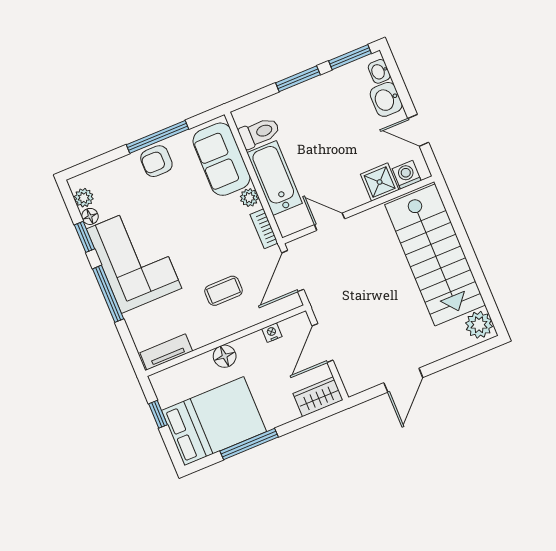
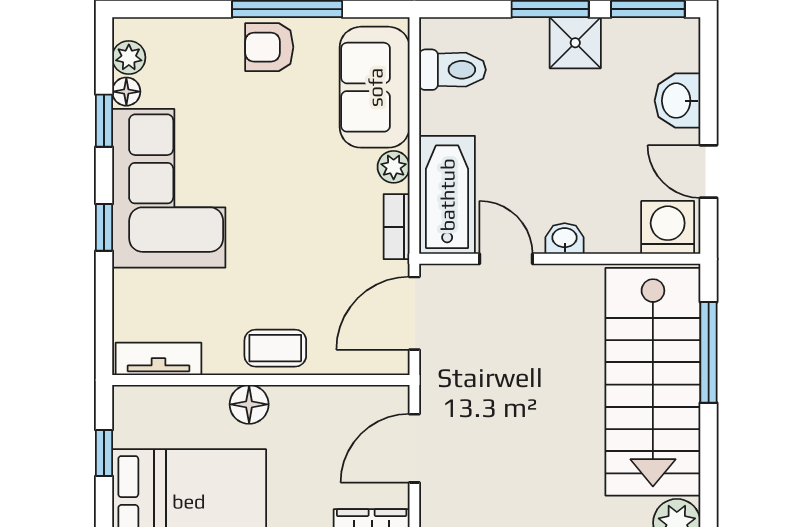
washbasin: (379, 71) -> (565, 239), moved, turned 90
washing machine: (407, 175) -> (668, 227), width x1.38, depth x1.38
bathtub: (275, 178) -> (447, 195), moved
shower: (380, 182) -> (575, 43), moved
window: (458, 227) -> (709, 352), added
coffee table: (224, 291) -> (275, 348), moved
window: (108, 294) -> (104, 227), width x0.46
nightstand: (272, 333) -> (340, 398), removed

